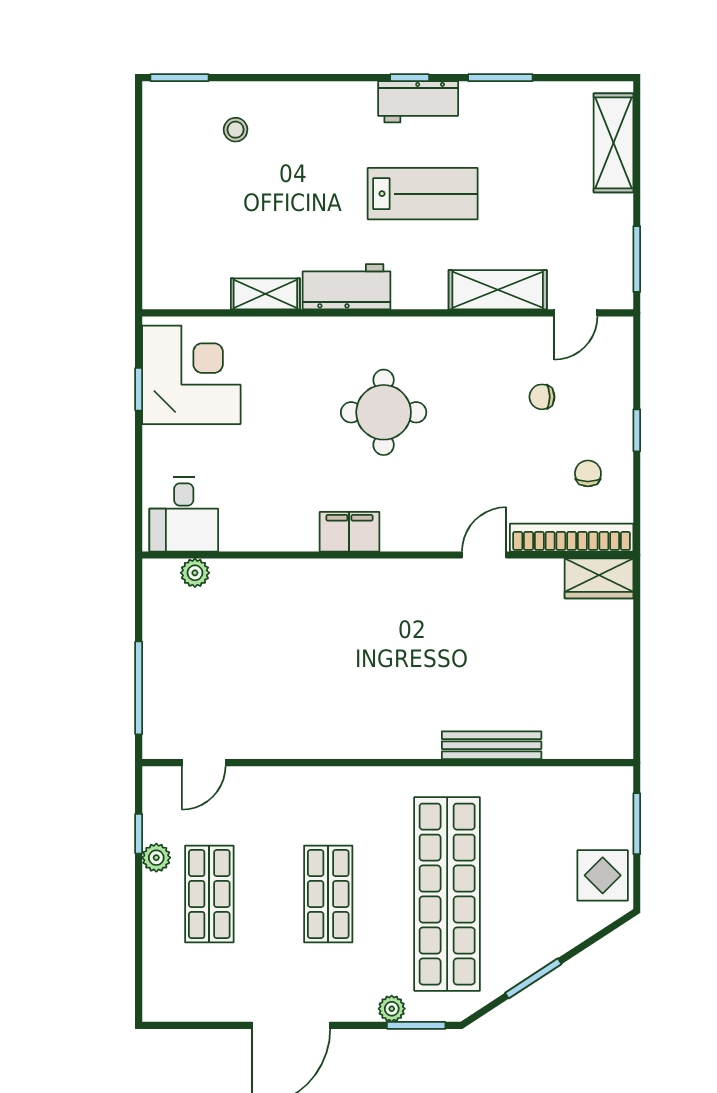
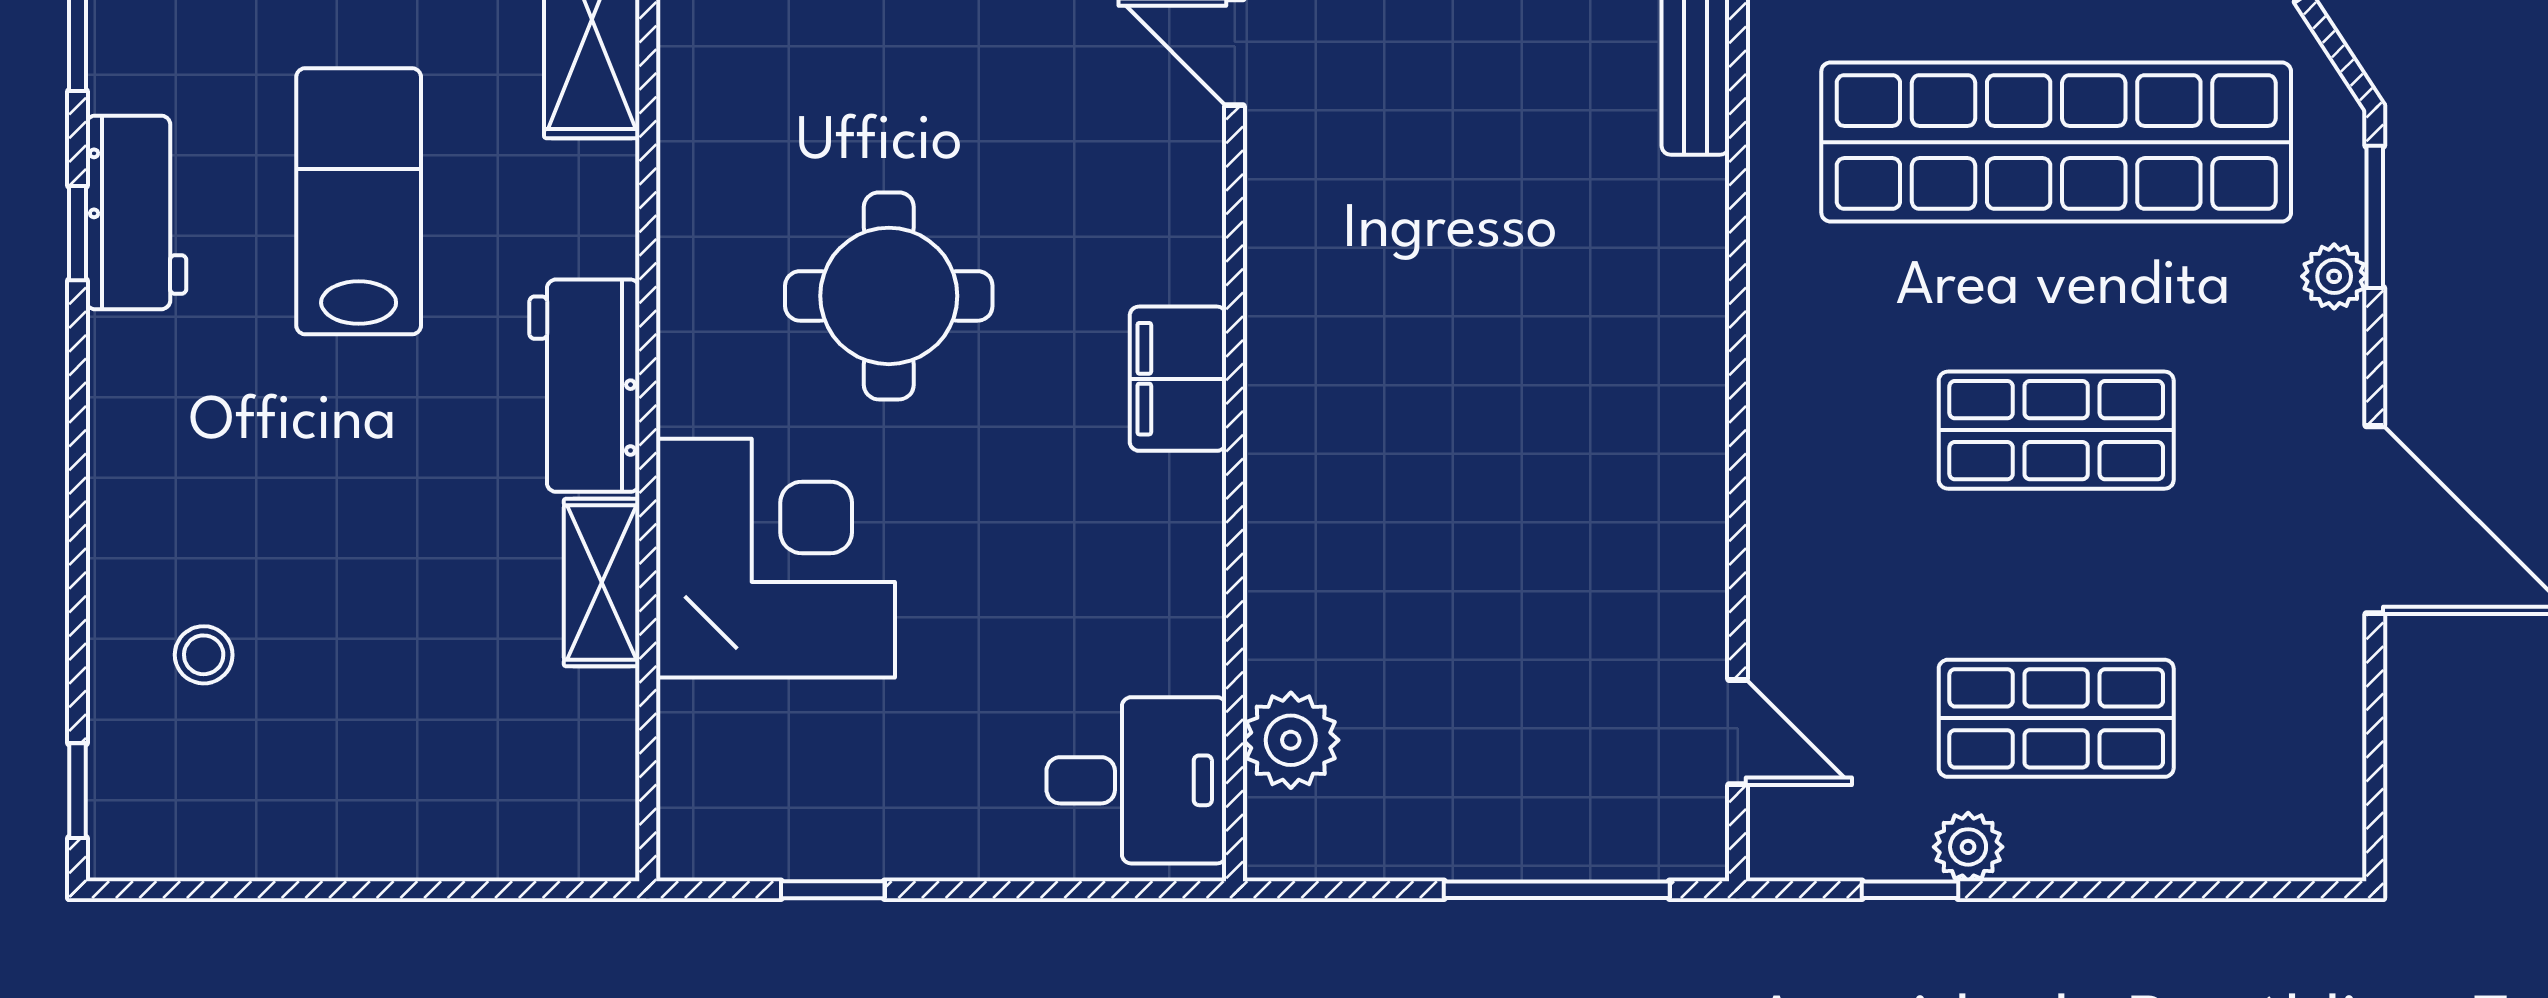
window: (179, 78) -> (78, 791), width x0.67
corner desk: (191, 375) -> (776, 558), moved, turned 90
plant: (195, 573) -> (1291, 740), width x1.38, depth x1.38

